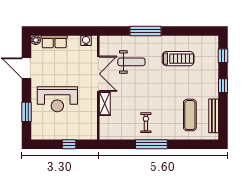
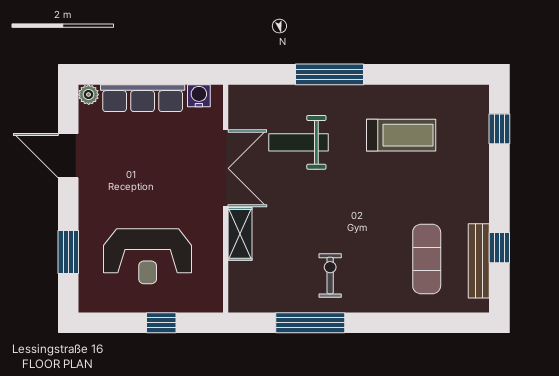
row of seats: (54, 42) -> (143, 98), width x1.48
weight bench: (131, 62) -> (299, 142), turned 180
window: (223, 86) -> (499, 248), moved
reception desk: (57, 99) -> (148, 256), moved
window: (151, 144) -> (310, 323), moved

